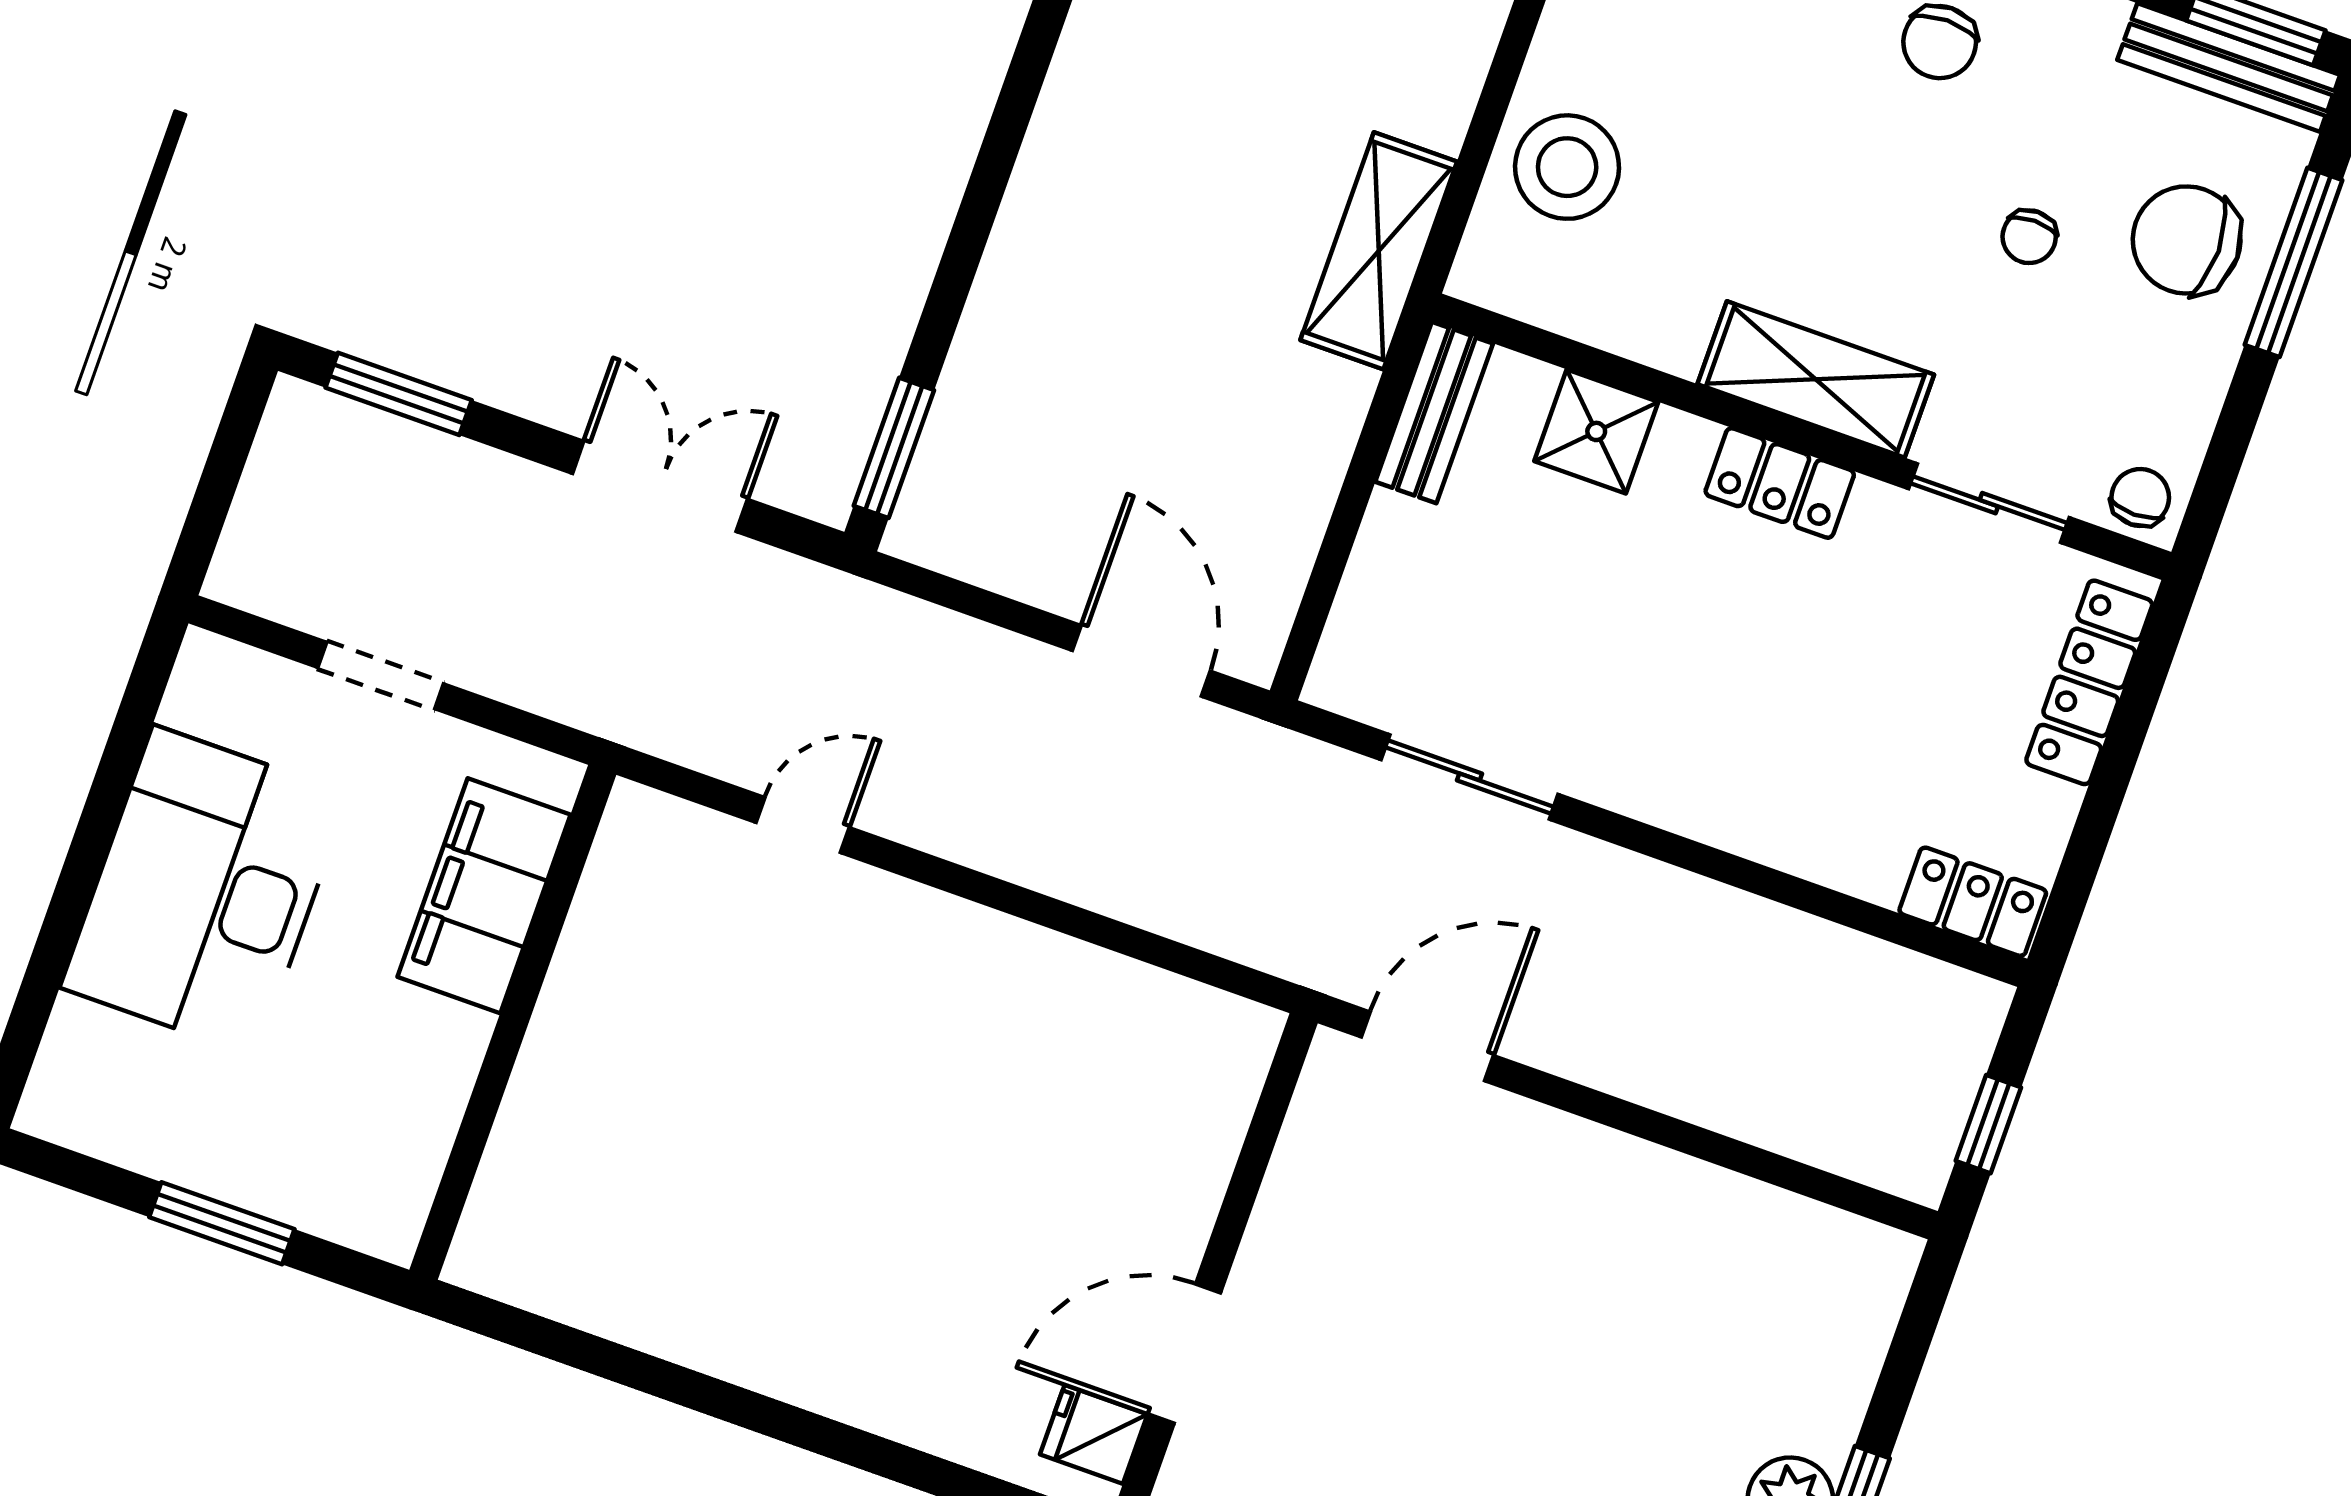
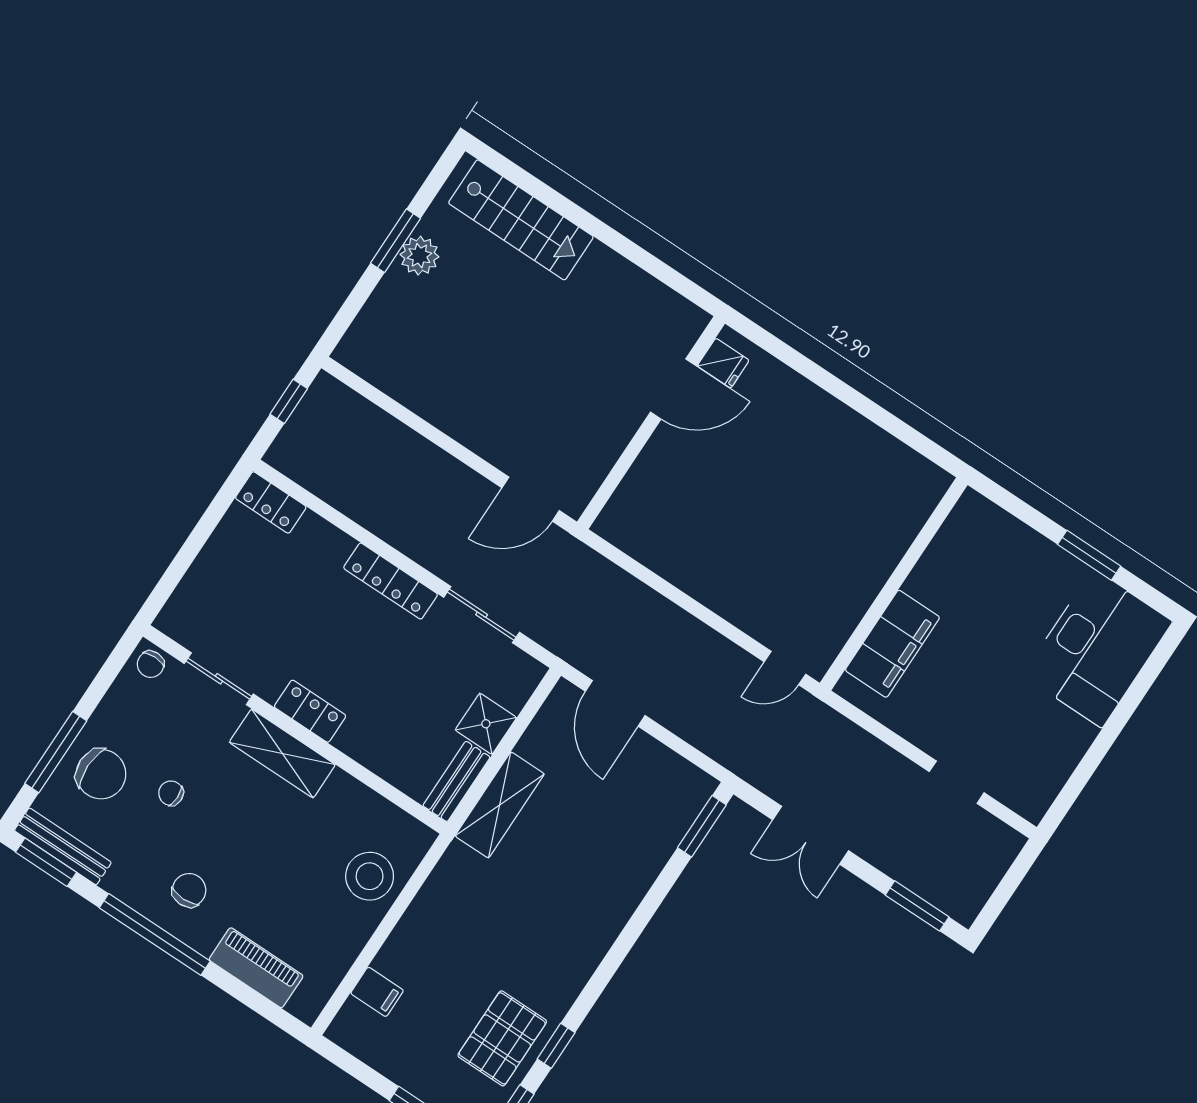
chair: (2029, 237) -> (171, 793), turned -90
shelving: (1379, 251) -> (500, 805), moved
shower: (1596, 431) -> (486, 724), moved
locker: (2089, 682) -> (391, 581), moved, turned 90
desk: (205, 891) -> (1098, 648), moved
filing cabinet: (484, 896) -> (892, 644), moved
wall: (513, 1022) -> (894, 584), moved

